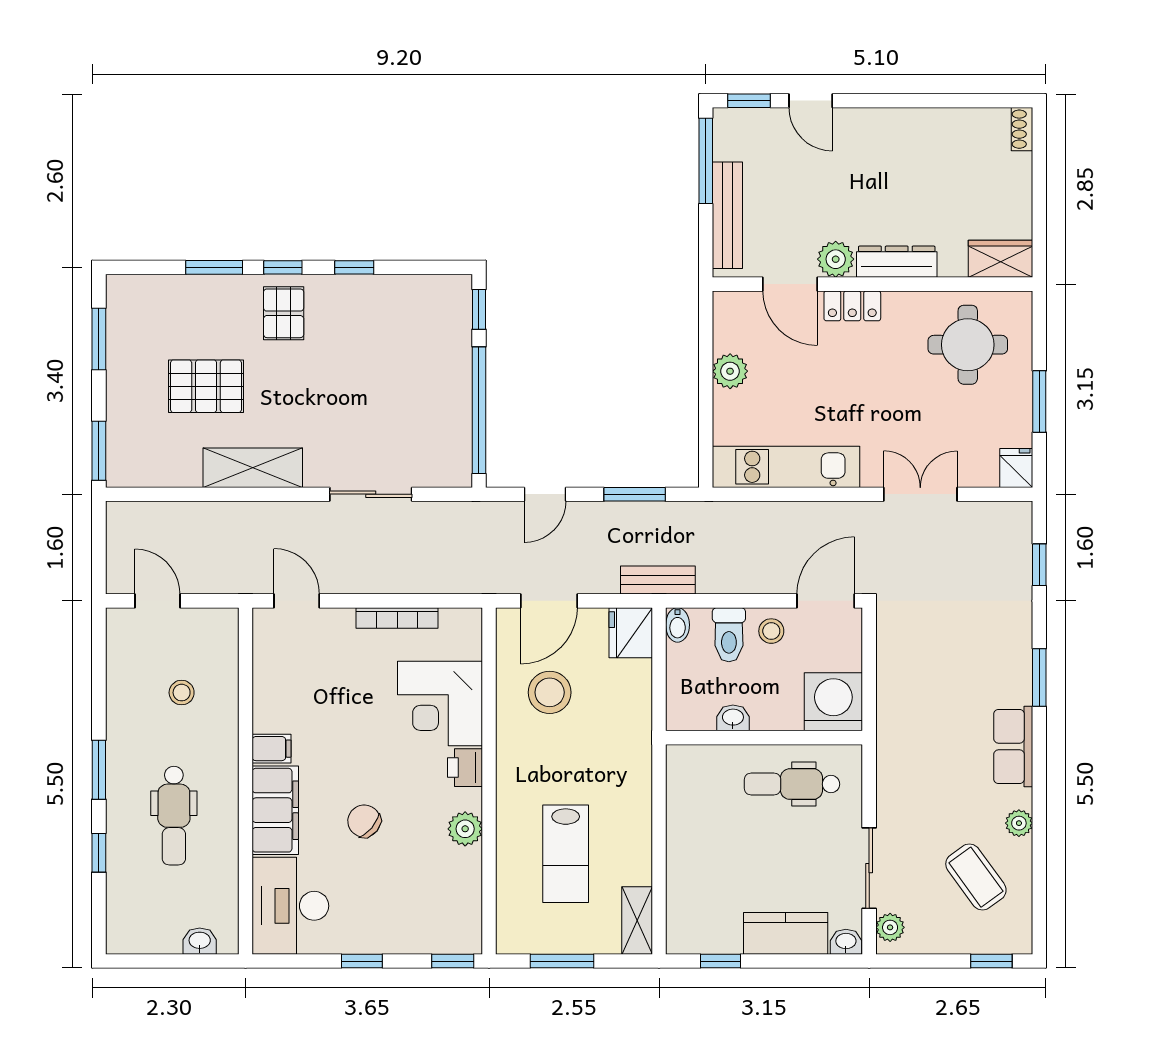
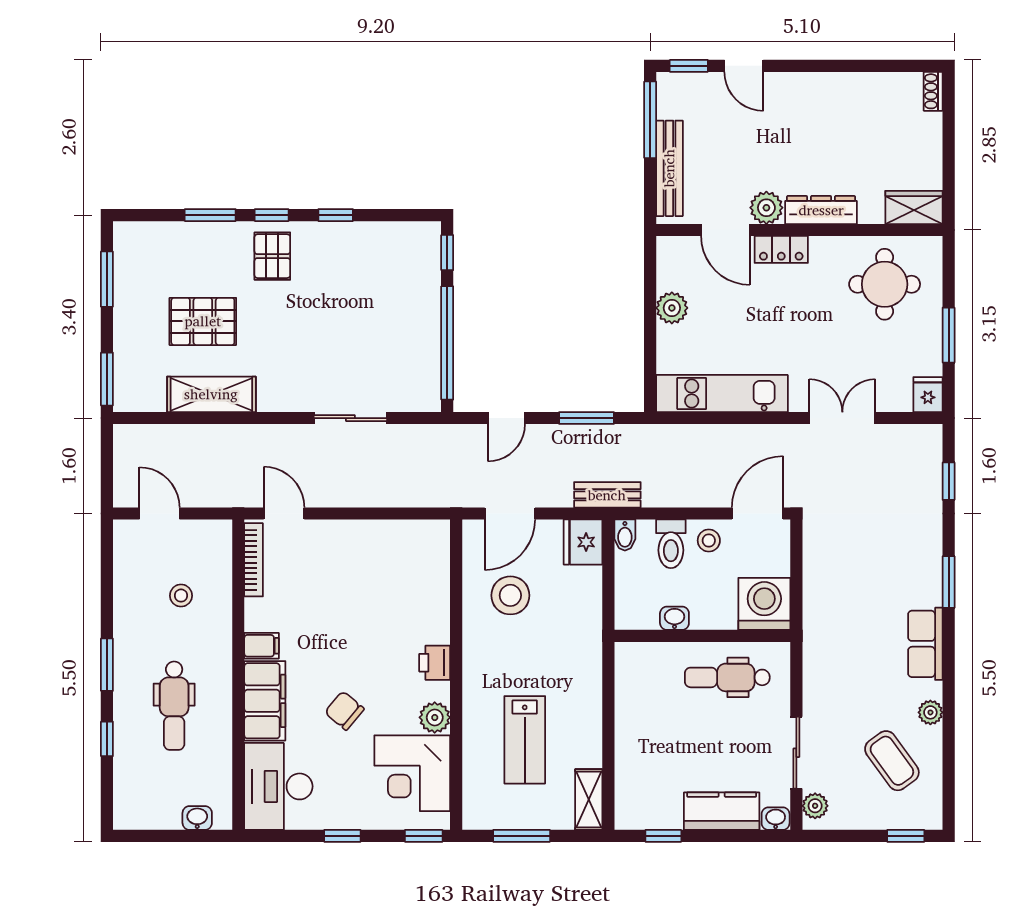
shelving: (253, 468) -> (211, 394), moved
bookcase: (397, 618) -> (254, 560), moved, turned -90
corner desk: (440, 703) -> (412, 773), moved

